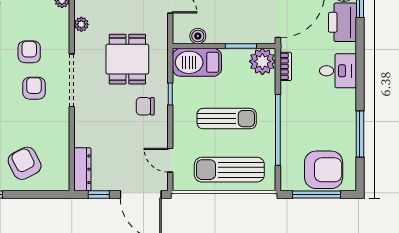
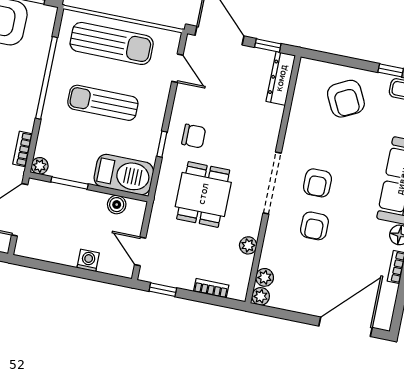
plant: (262, 61) -> (40, 166), width x0.53, depth x0.53

